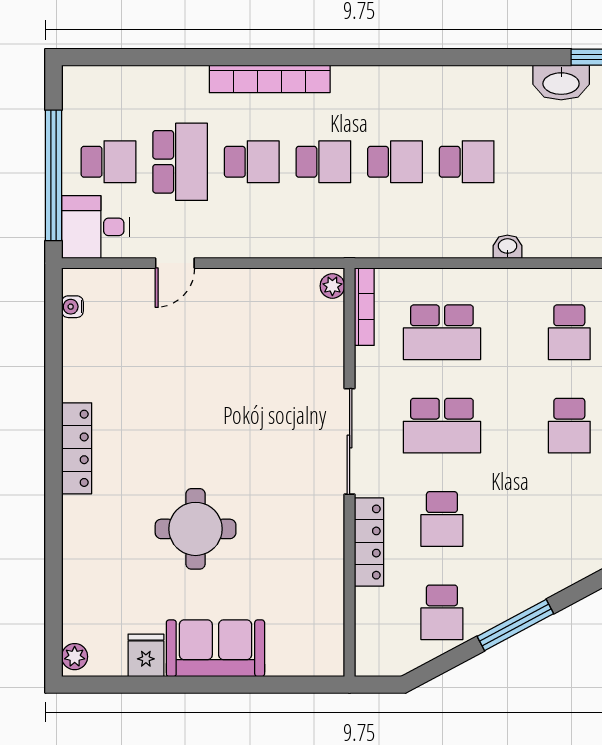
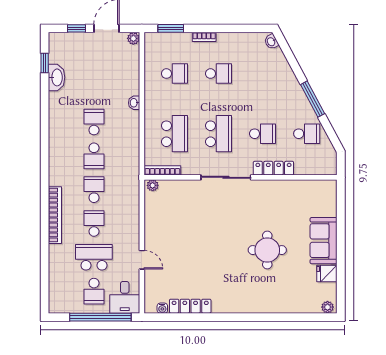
school desk: (108, 162) -> (94, 291), turned 180
school desk: (395, 162) -> (94, 156), turned 180
locker: (77, 448) -> (190, 306), moved

